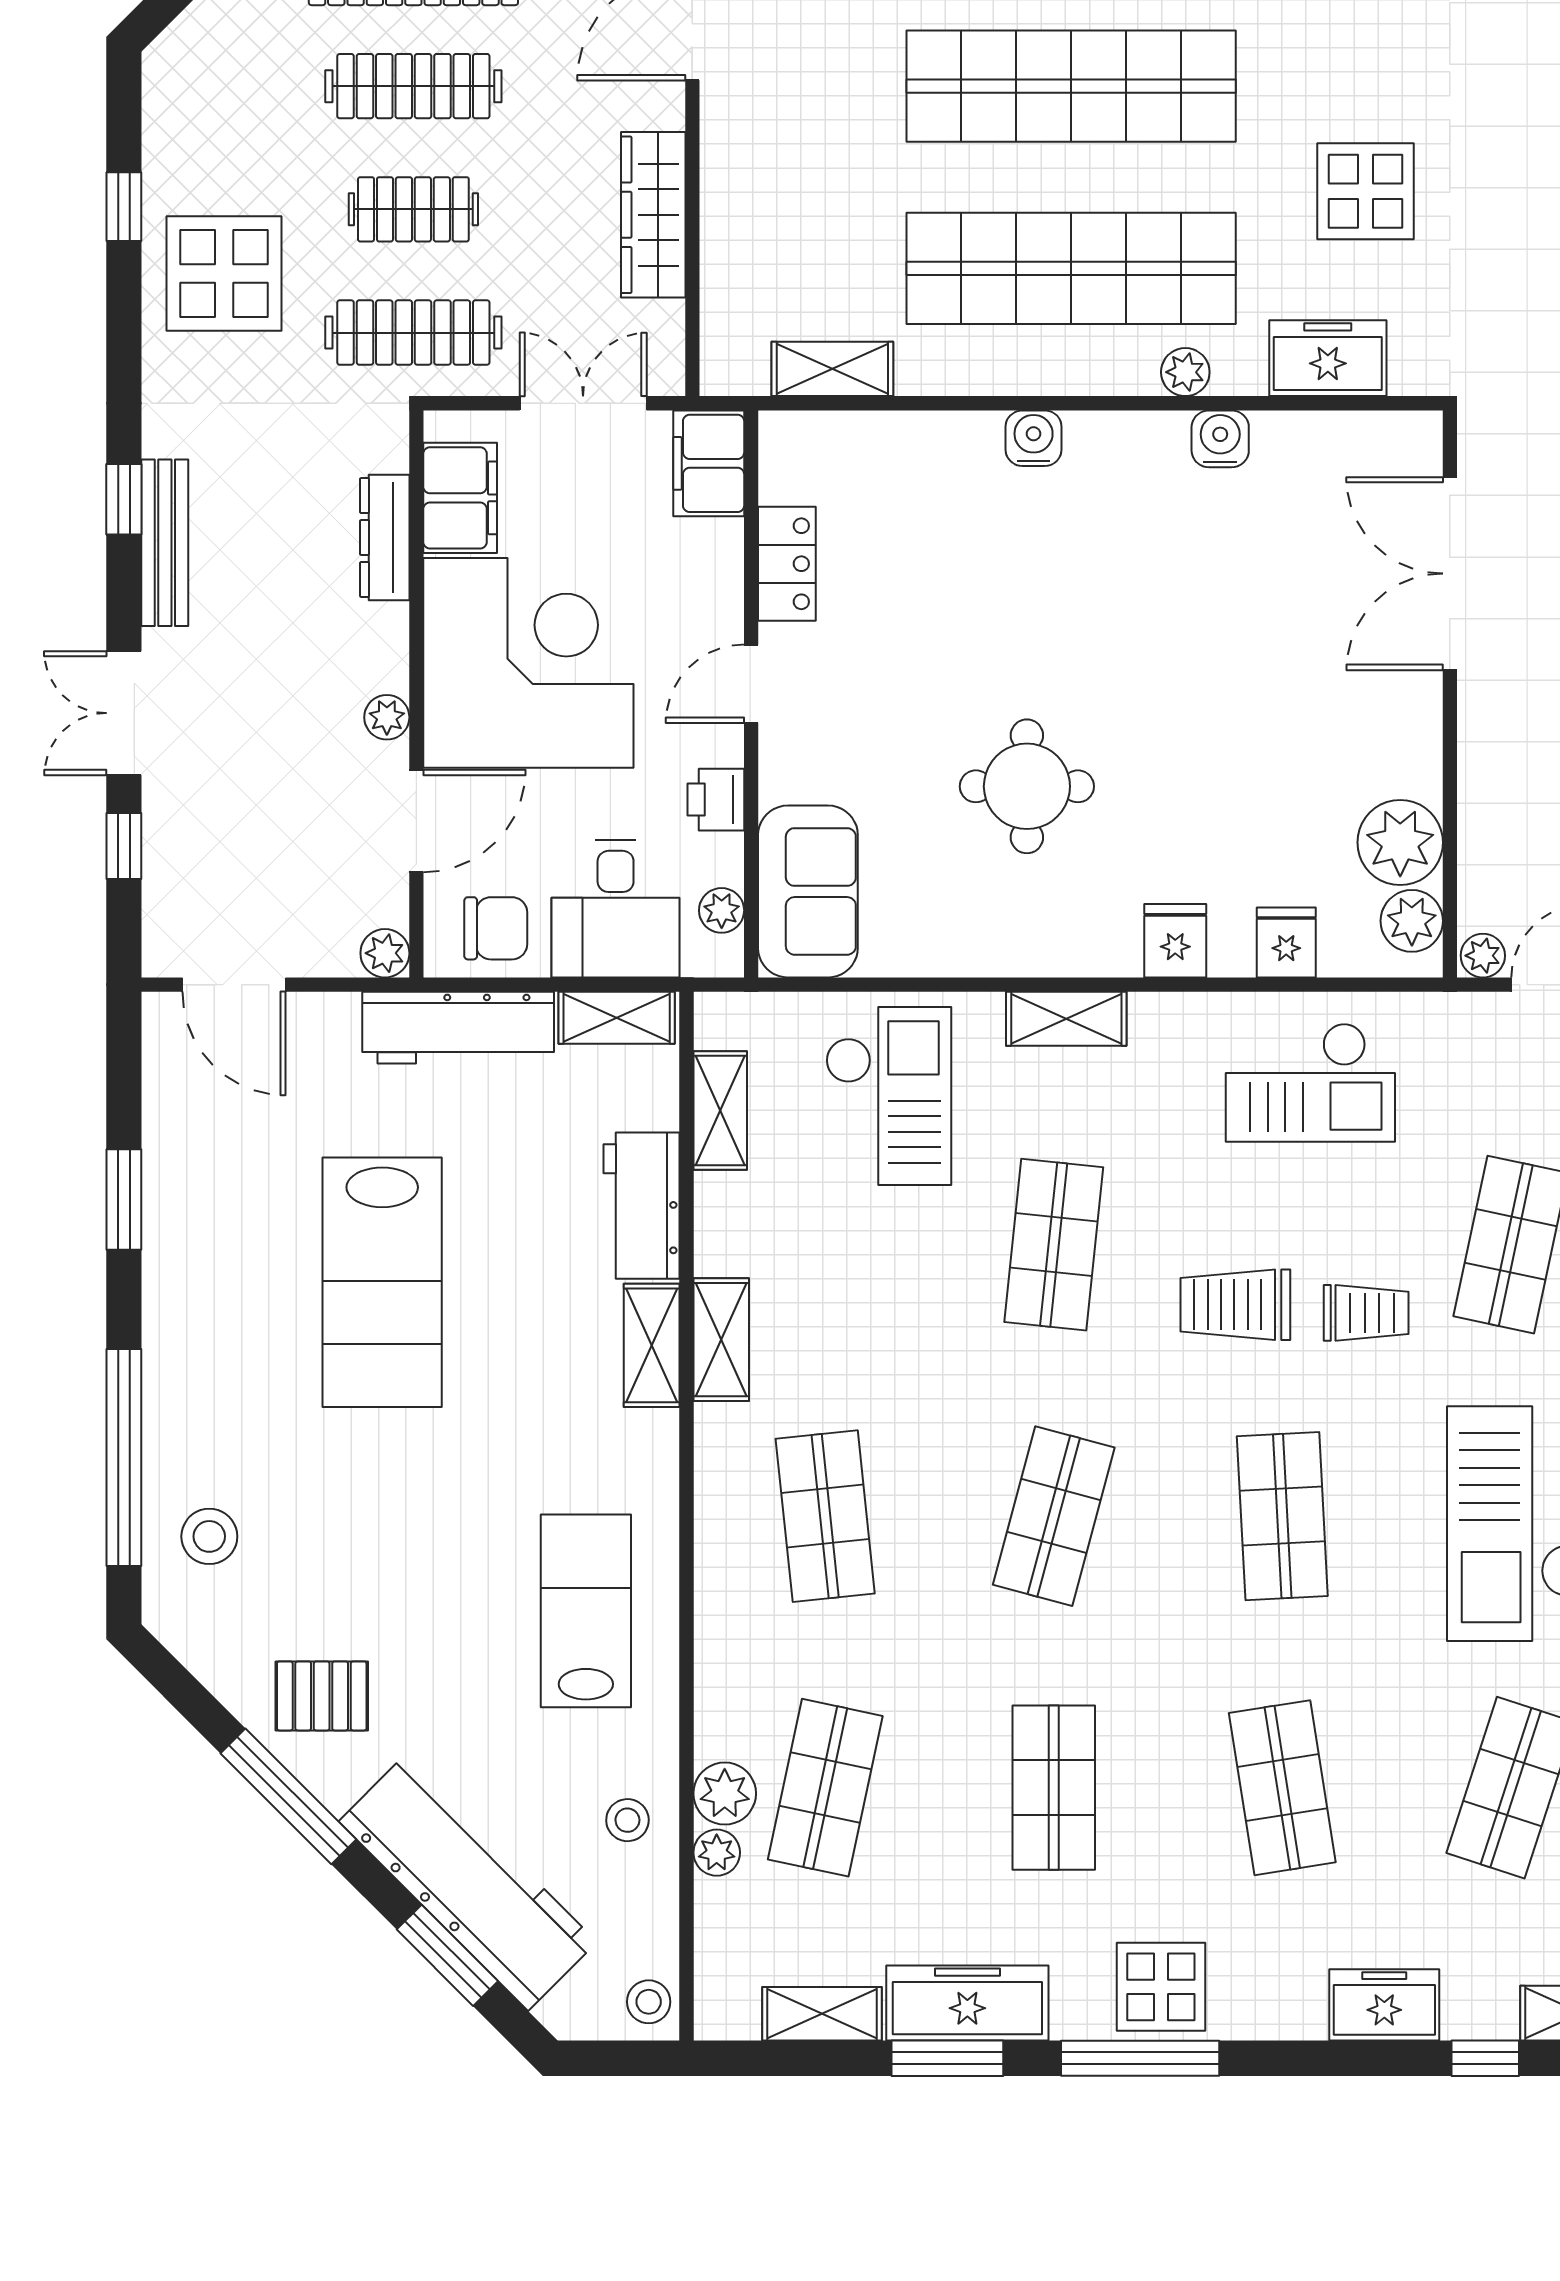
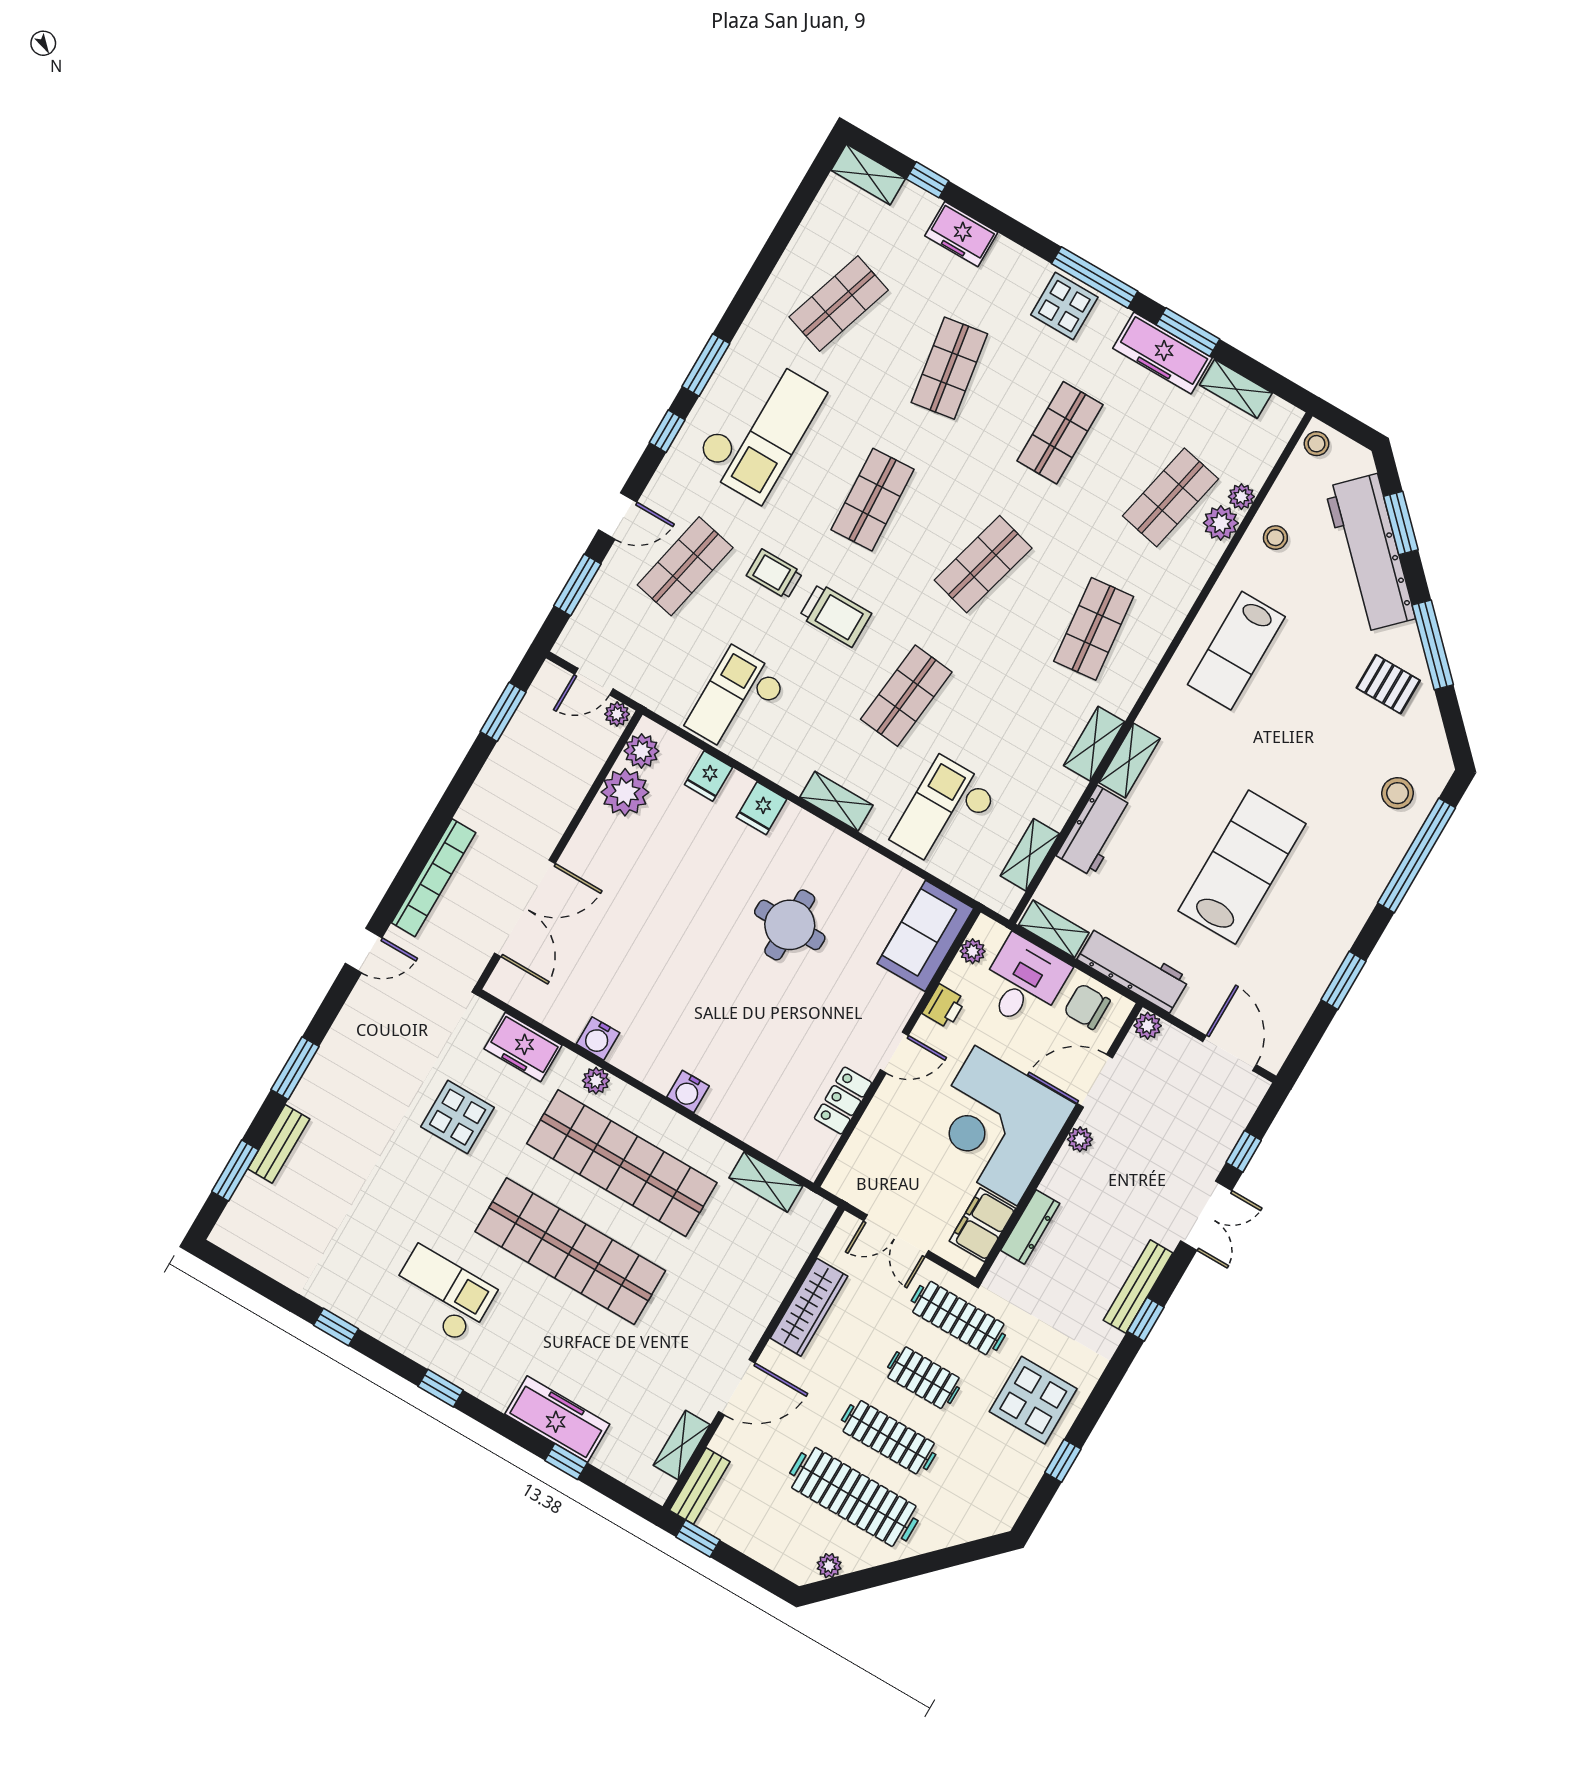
filing cabinet: (709, 463) -> (852, 1171), removed
checkout: (1310, 1082) -> (736, 701), turned -90

